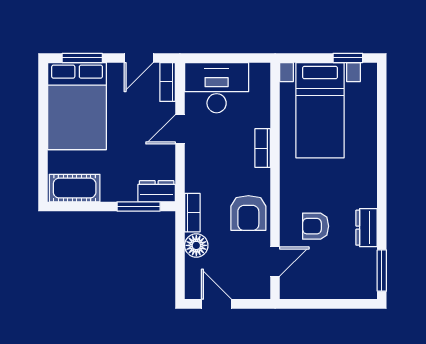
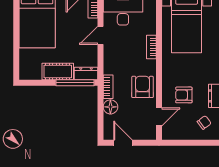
cot: (75, 188) -> (58, 72), moved
window: (139, 206) -> (75, 83), width x1.44
armchair: (248, 213) -> (143, 87), turned 180
chair: (349, 271) -> (204, 122), added

